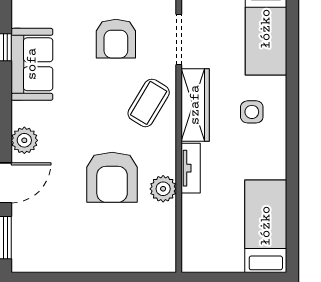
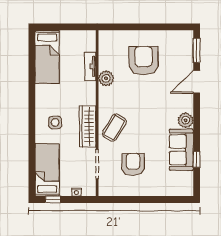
plant: (24, 140) -> (186, 120), moved
tv unit: (191, 168) -> (90, 66), moved
armchair: (112, 177) -> (143, 61), moved

